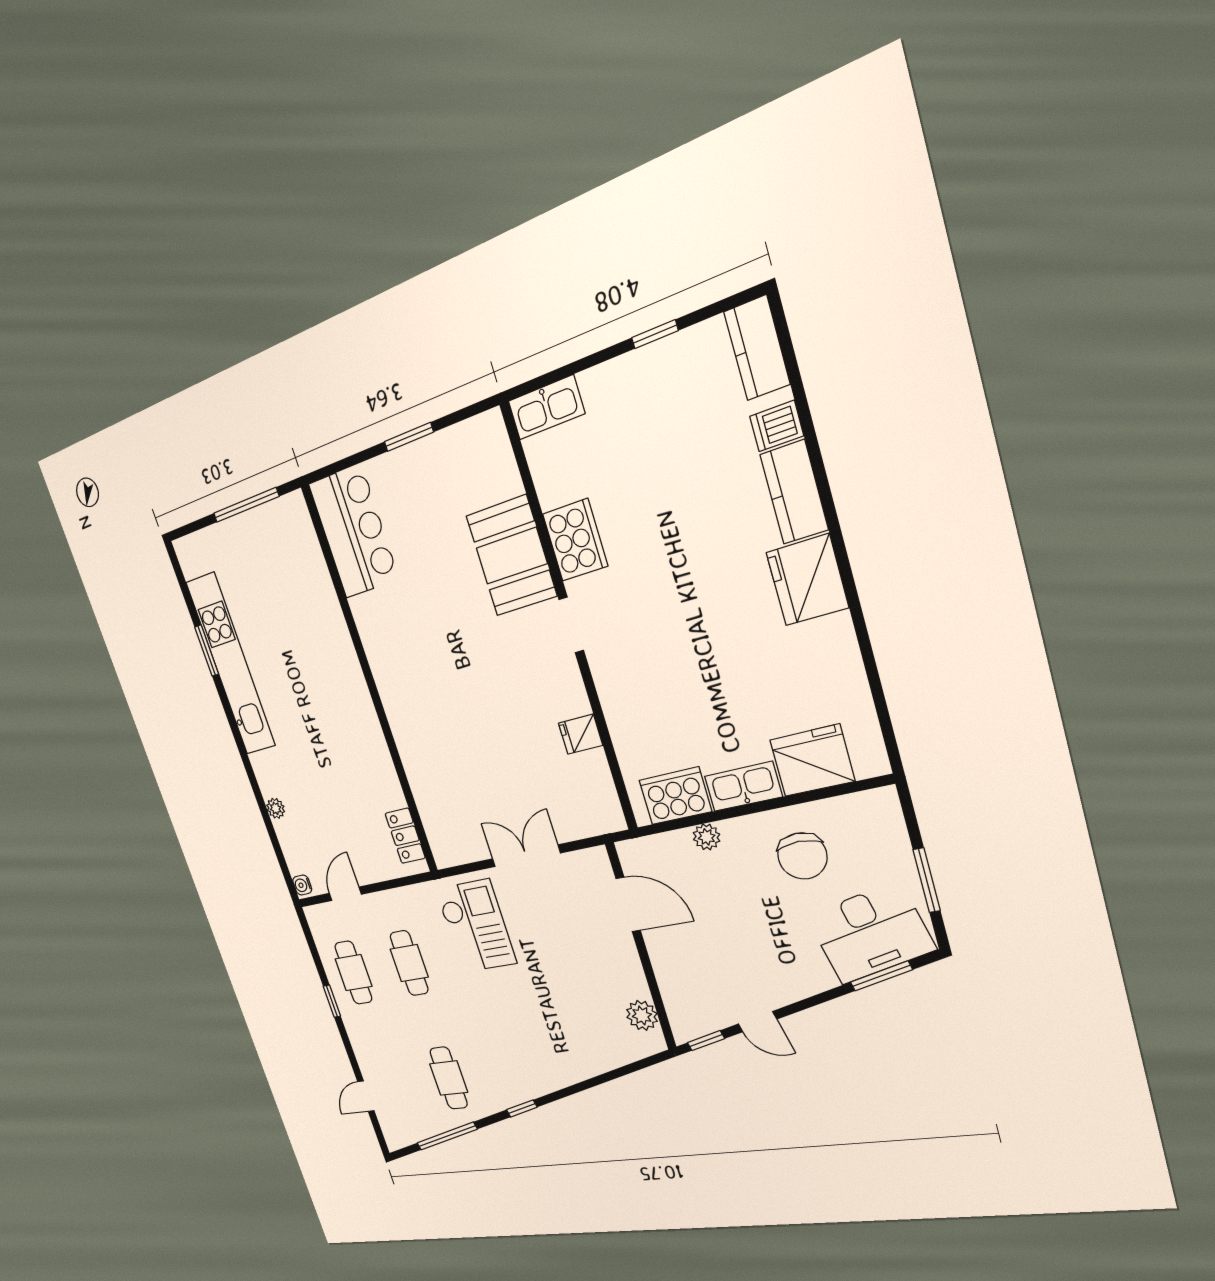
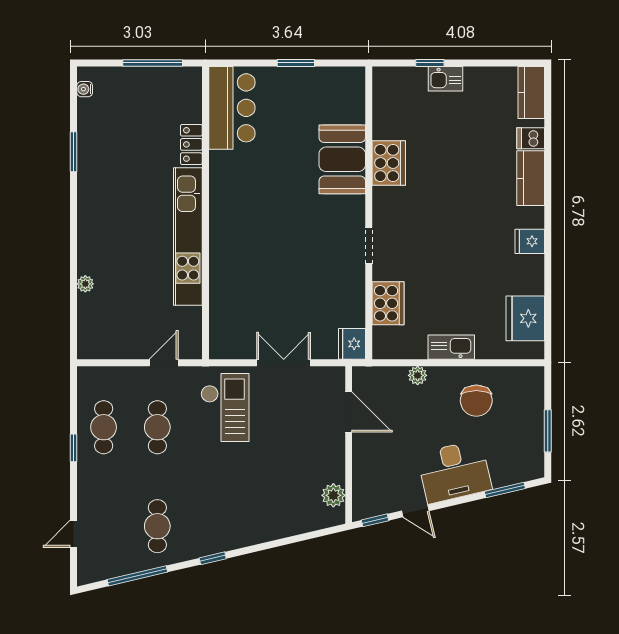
window: (655, 334) -> (430, 63), moved
kitchen sink: (546, 407) -> (445, 79), moved, width x0.73
fridge: (807, 580) -> (530, 241), width x0.53, depth x0.75
doorway: (571, 625) -> (369, 245), moved
kitchen unit: (231, 664) -> (188, 236), moved, turned 180
fridge: (581, 734) -> (352, 344), moved, width x1.38
fridge: (812, 760) -> (525, 318), moved, turned -90
cooker: (675, 796) -> (388, 303), moved, turned 90
locker: (405, 836) -> (191, 144), moved
water cooler: (302, 885) -> (85, 89), moved
door: (345, 894) -> (164, 363), moved
desk: (870, 933) -> (454, 472), moved

